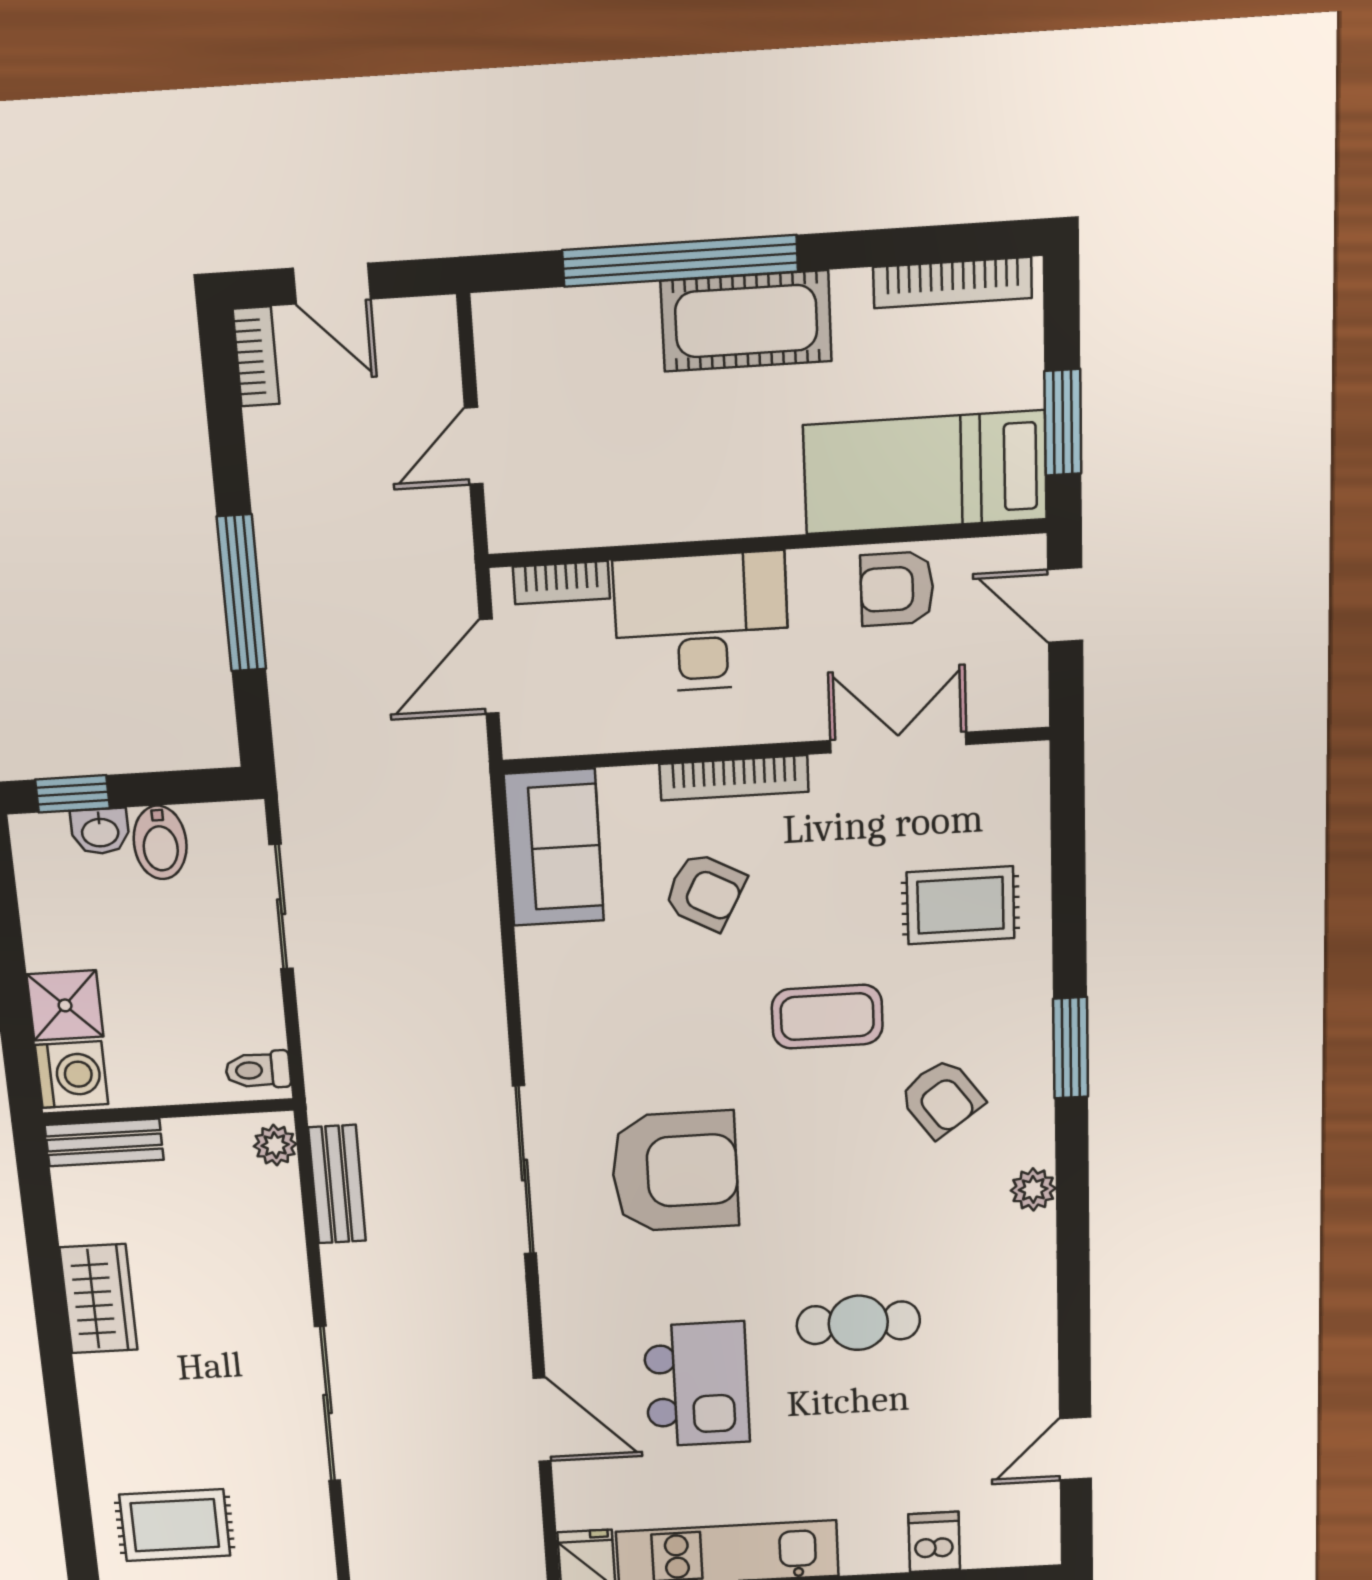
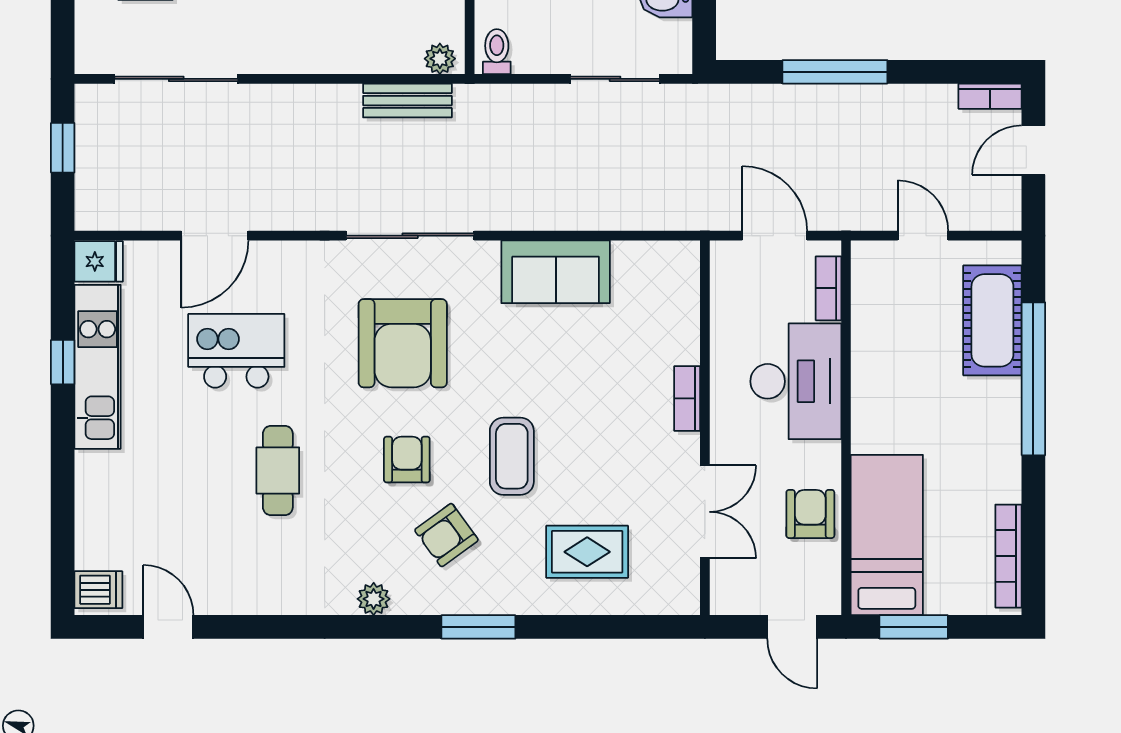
cot: (746, 321) -> (992, 320), moved
door: (1065, 605) -> (792, 627), swing flipped
bookcase: (734, 778) -> (687, 398), width x0.64
sofa: (554, 848) -> (556, 272), moved
armchair: (705, 892) -> (407, 460), moved, turned 152
rug: (961, 905) -> (587, 552), turned 90
kitchen island: (697, 1384) -> (236, 351), turned 180
sliding door: (327, 1404) -> (176, 79), moved
dishwasher: (934, 1542) -> (98, 590), moved

